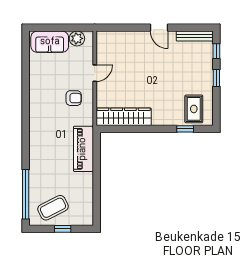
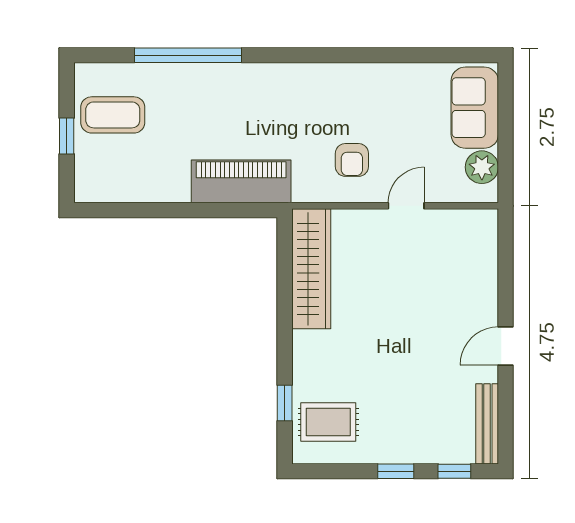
door: (95, 73) -> (406, 206), swing flipped
window: (26, 194) -> (188, 55), moved
coffee table: (53, 208) -> (113, 115), turned -63

